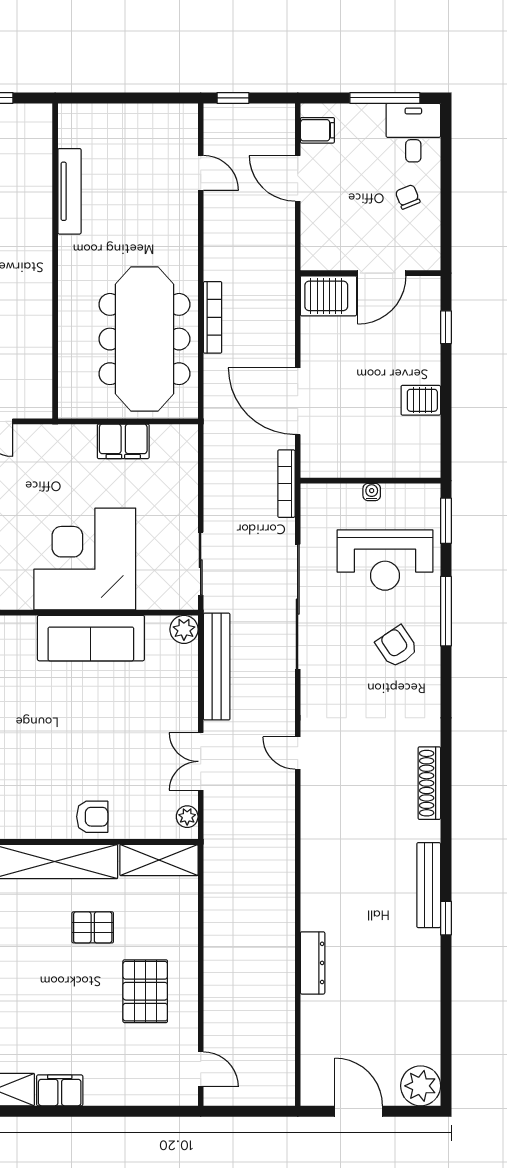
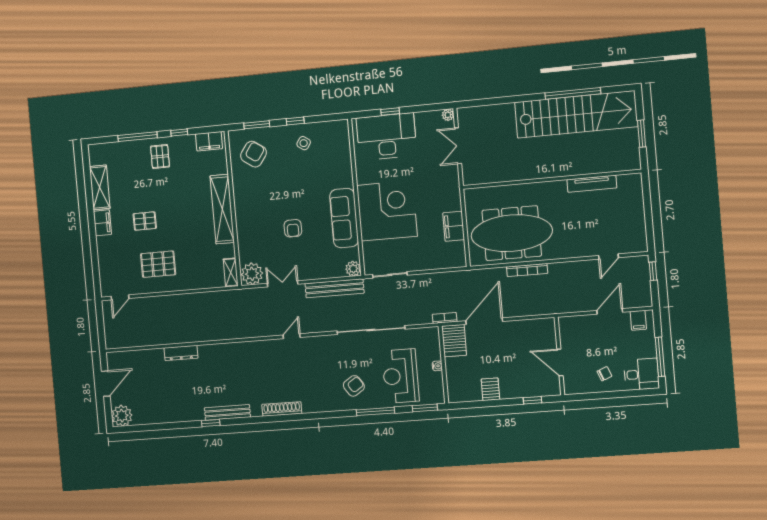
server rack: (328, 296) -> (454, 341), moved
bookcase: (286, 484) -> (445, 318), width x0.64
armchair: (92, 817) -> (293, 228), moved
plant: (187, 817) -> (252, 274), width x1.88, depth x1.88
shelving: (159, 860) -> (231, 272), width x0.67, depth x0.75
pallet: (93, 927) -> (145, 221), moved, turned 90

